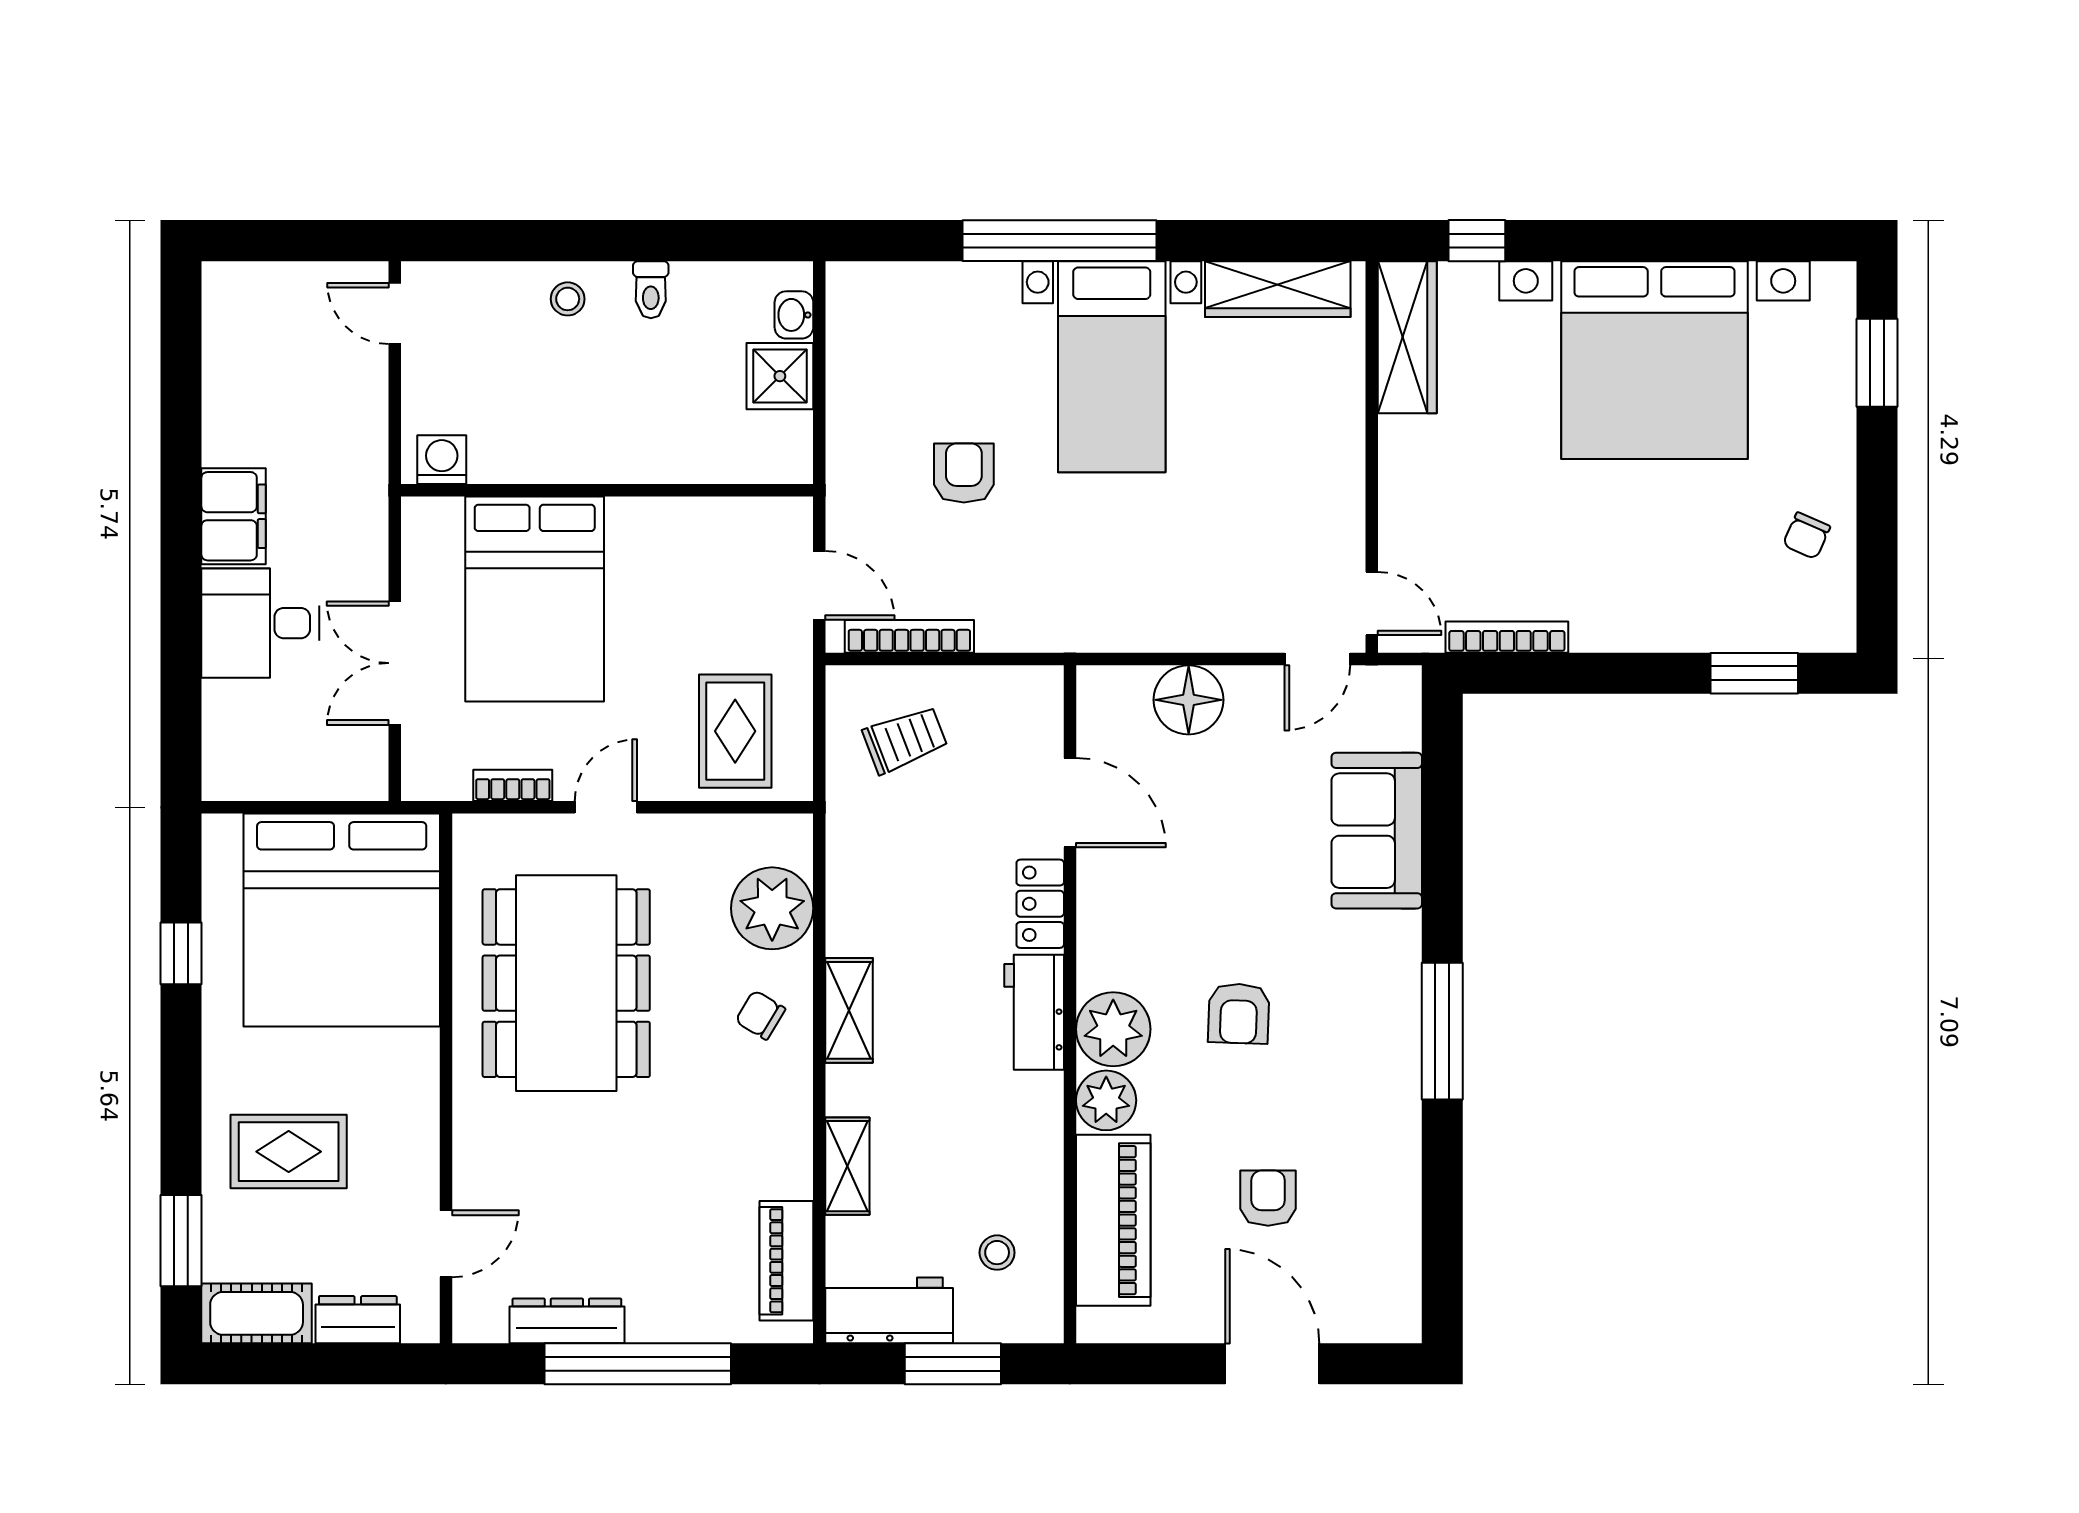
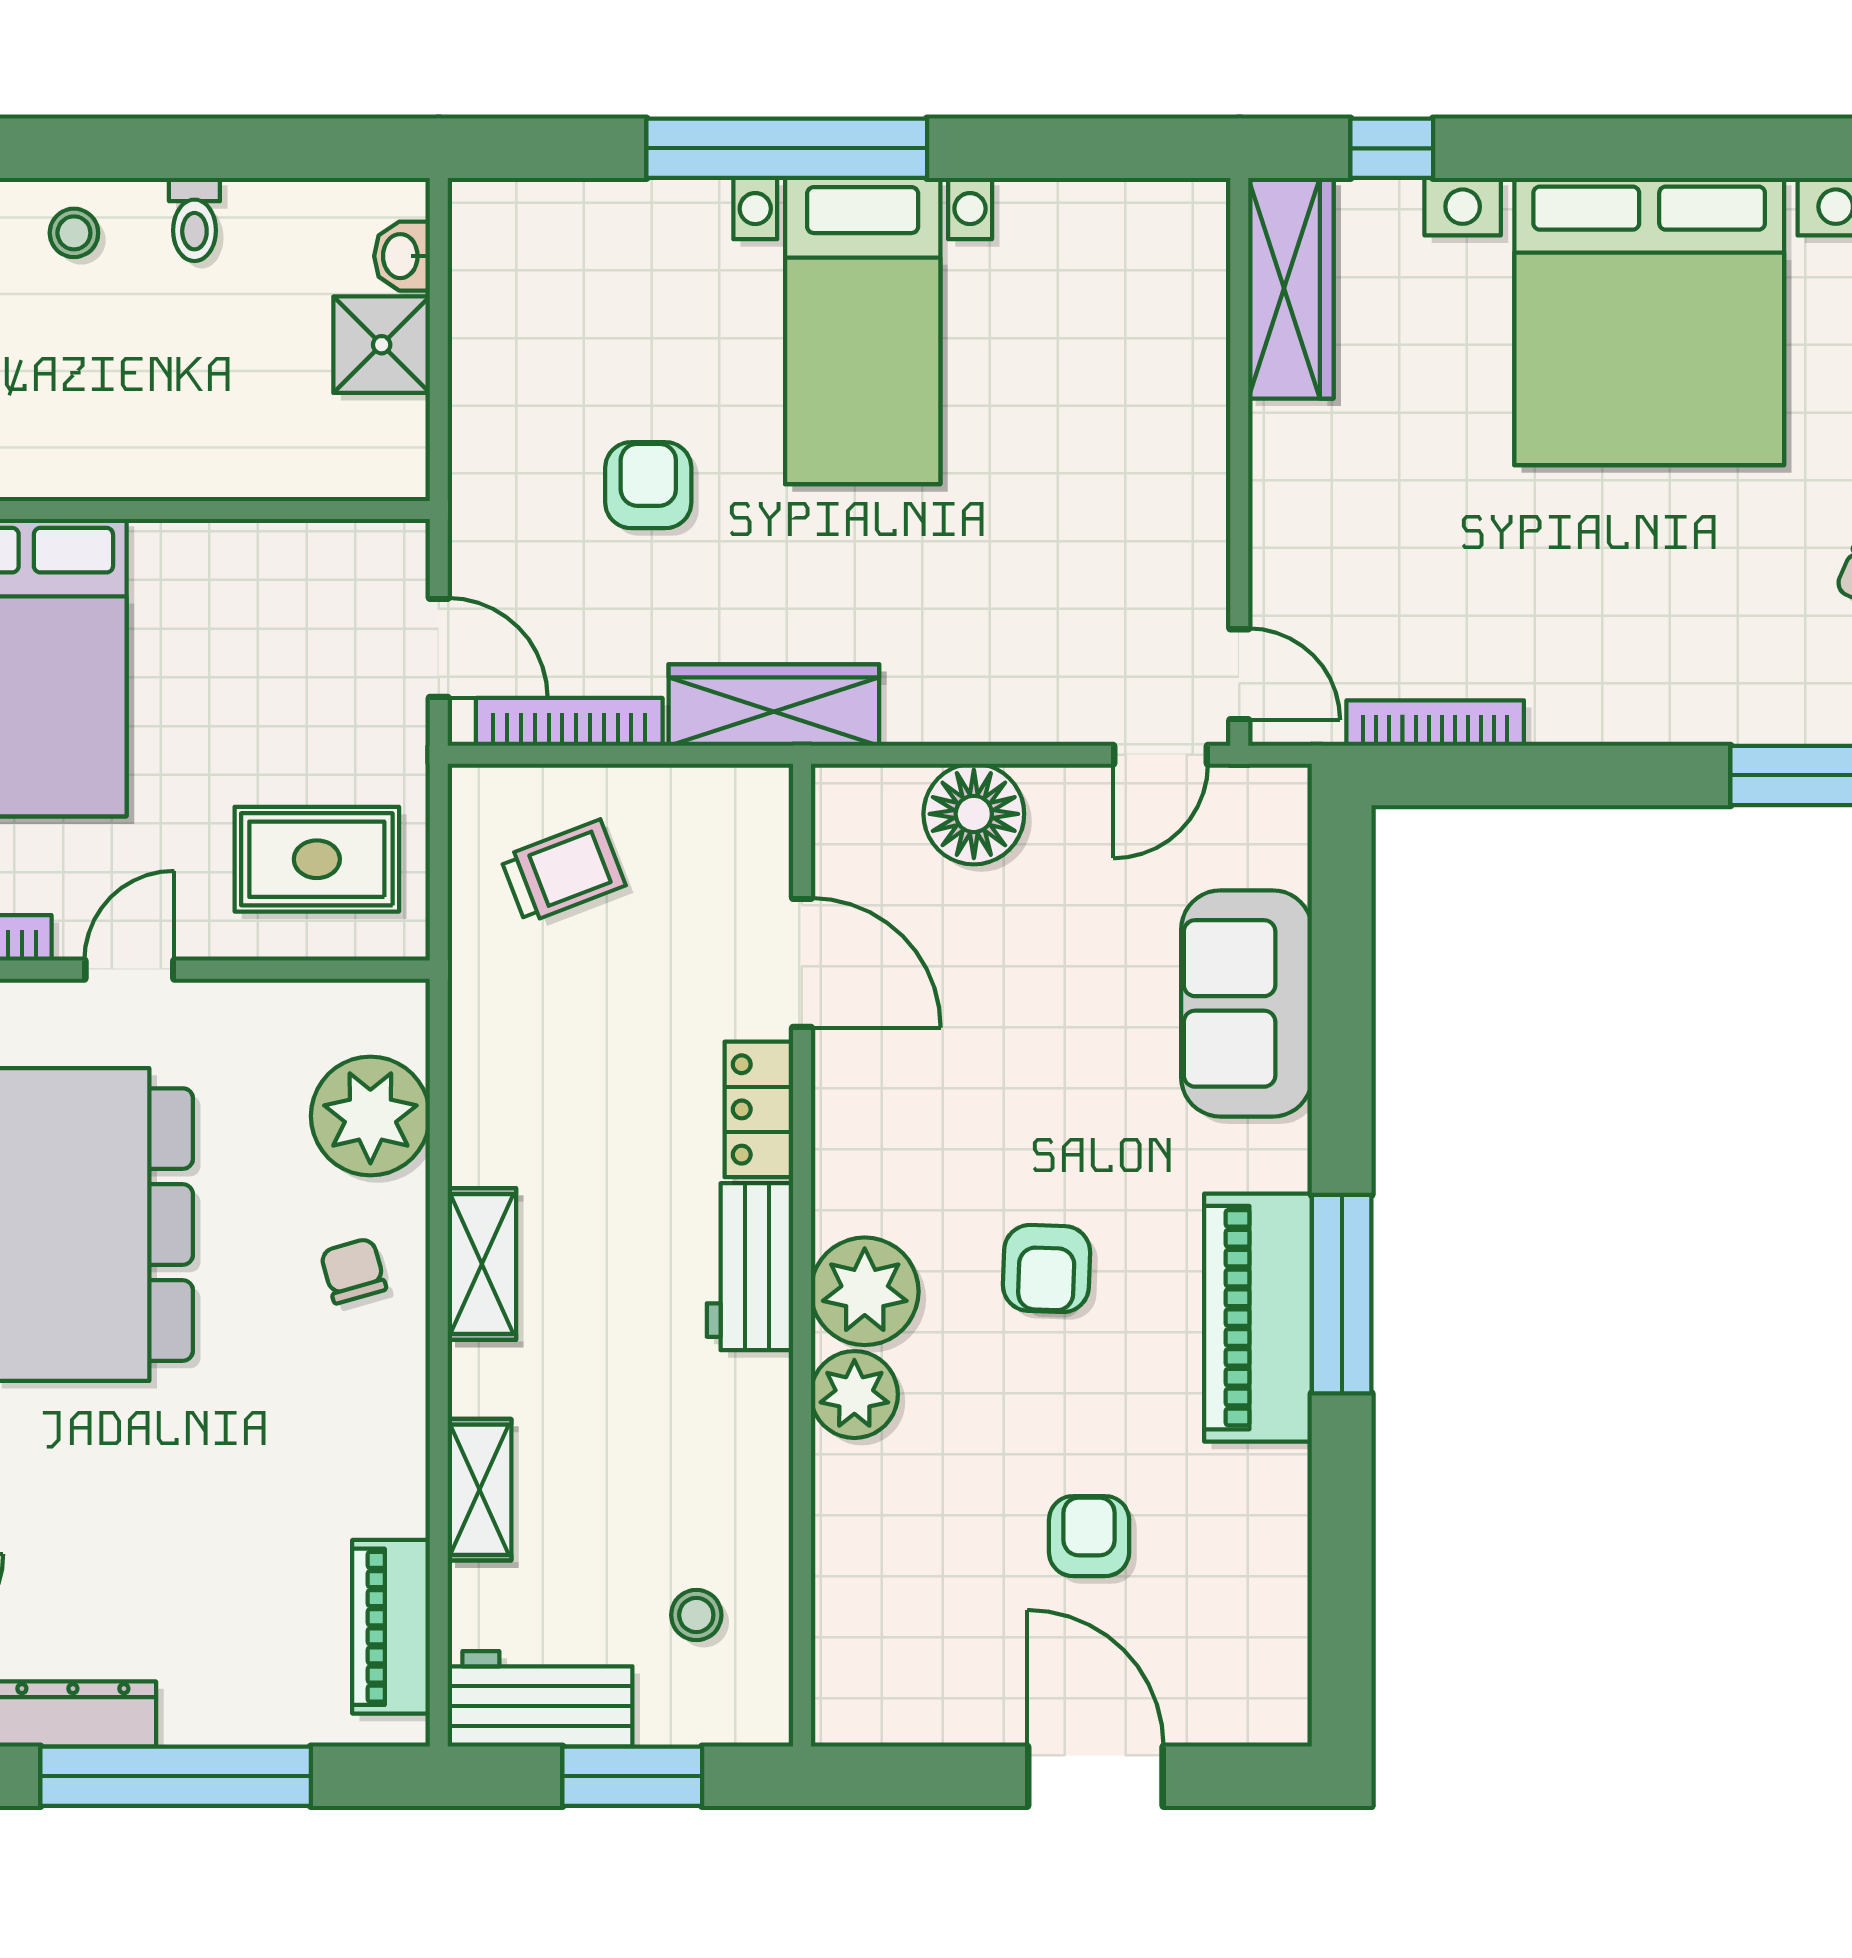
wardrobe: (1278, 289) -> (774, 705), moved, turned 180
rug: (735, 731) -> (317, 859), turned 90
chair: (760, 1015) -> (353, 1271), turned 43
piano: (1113, 1220) -> (1258, 1318), moved, turned 180

